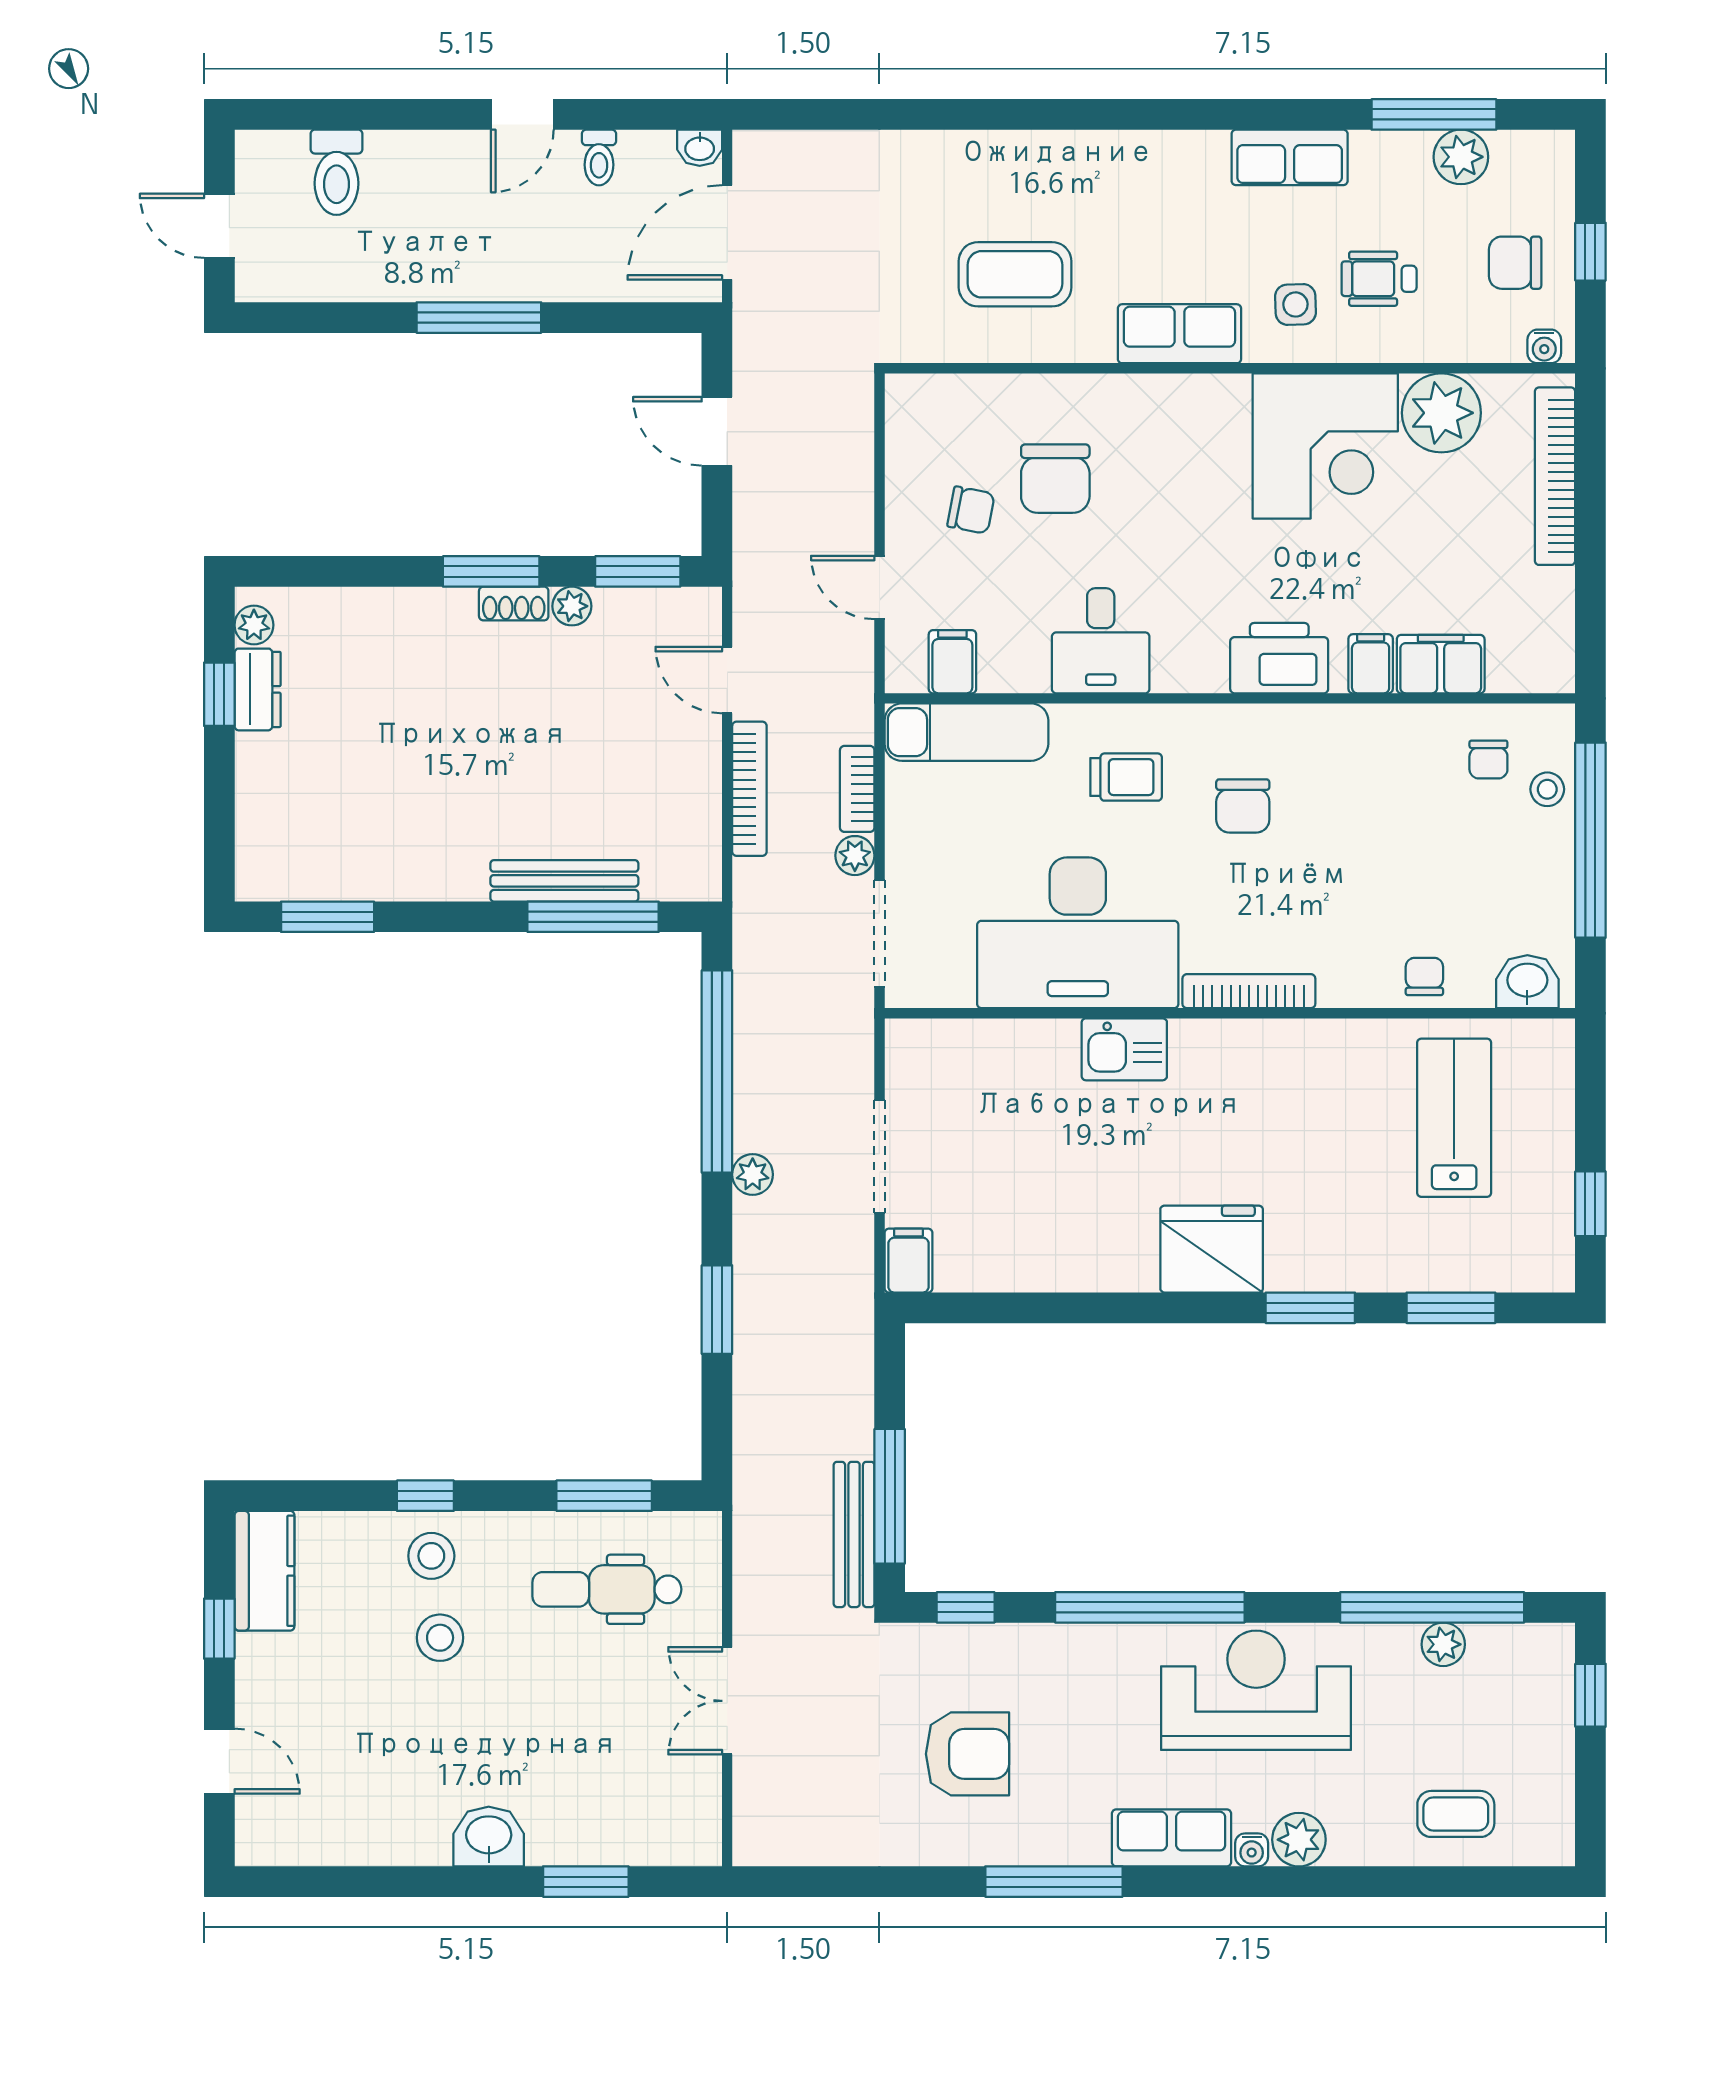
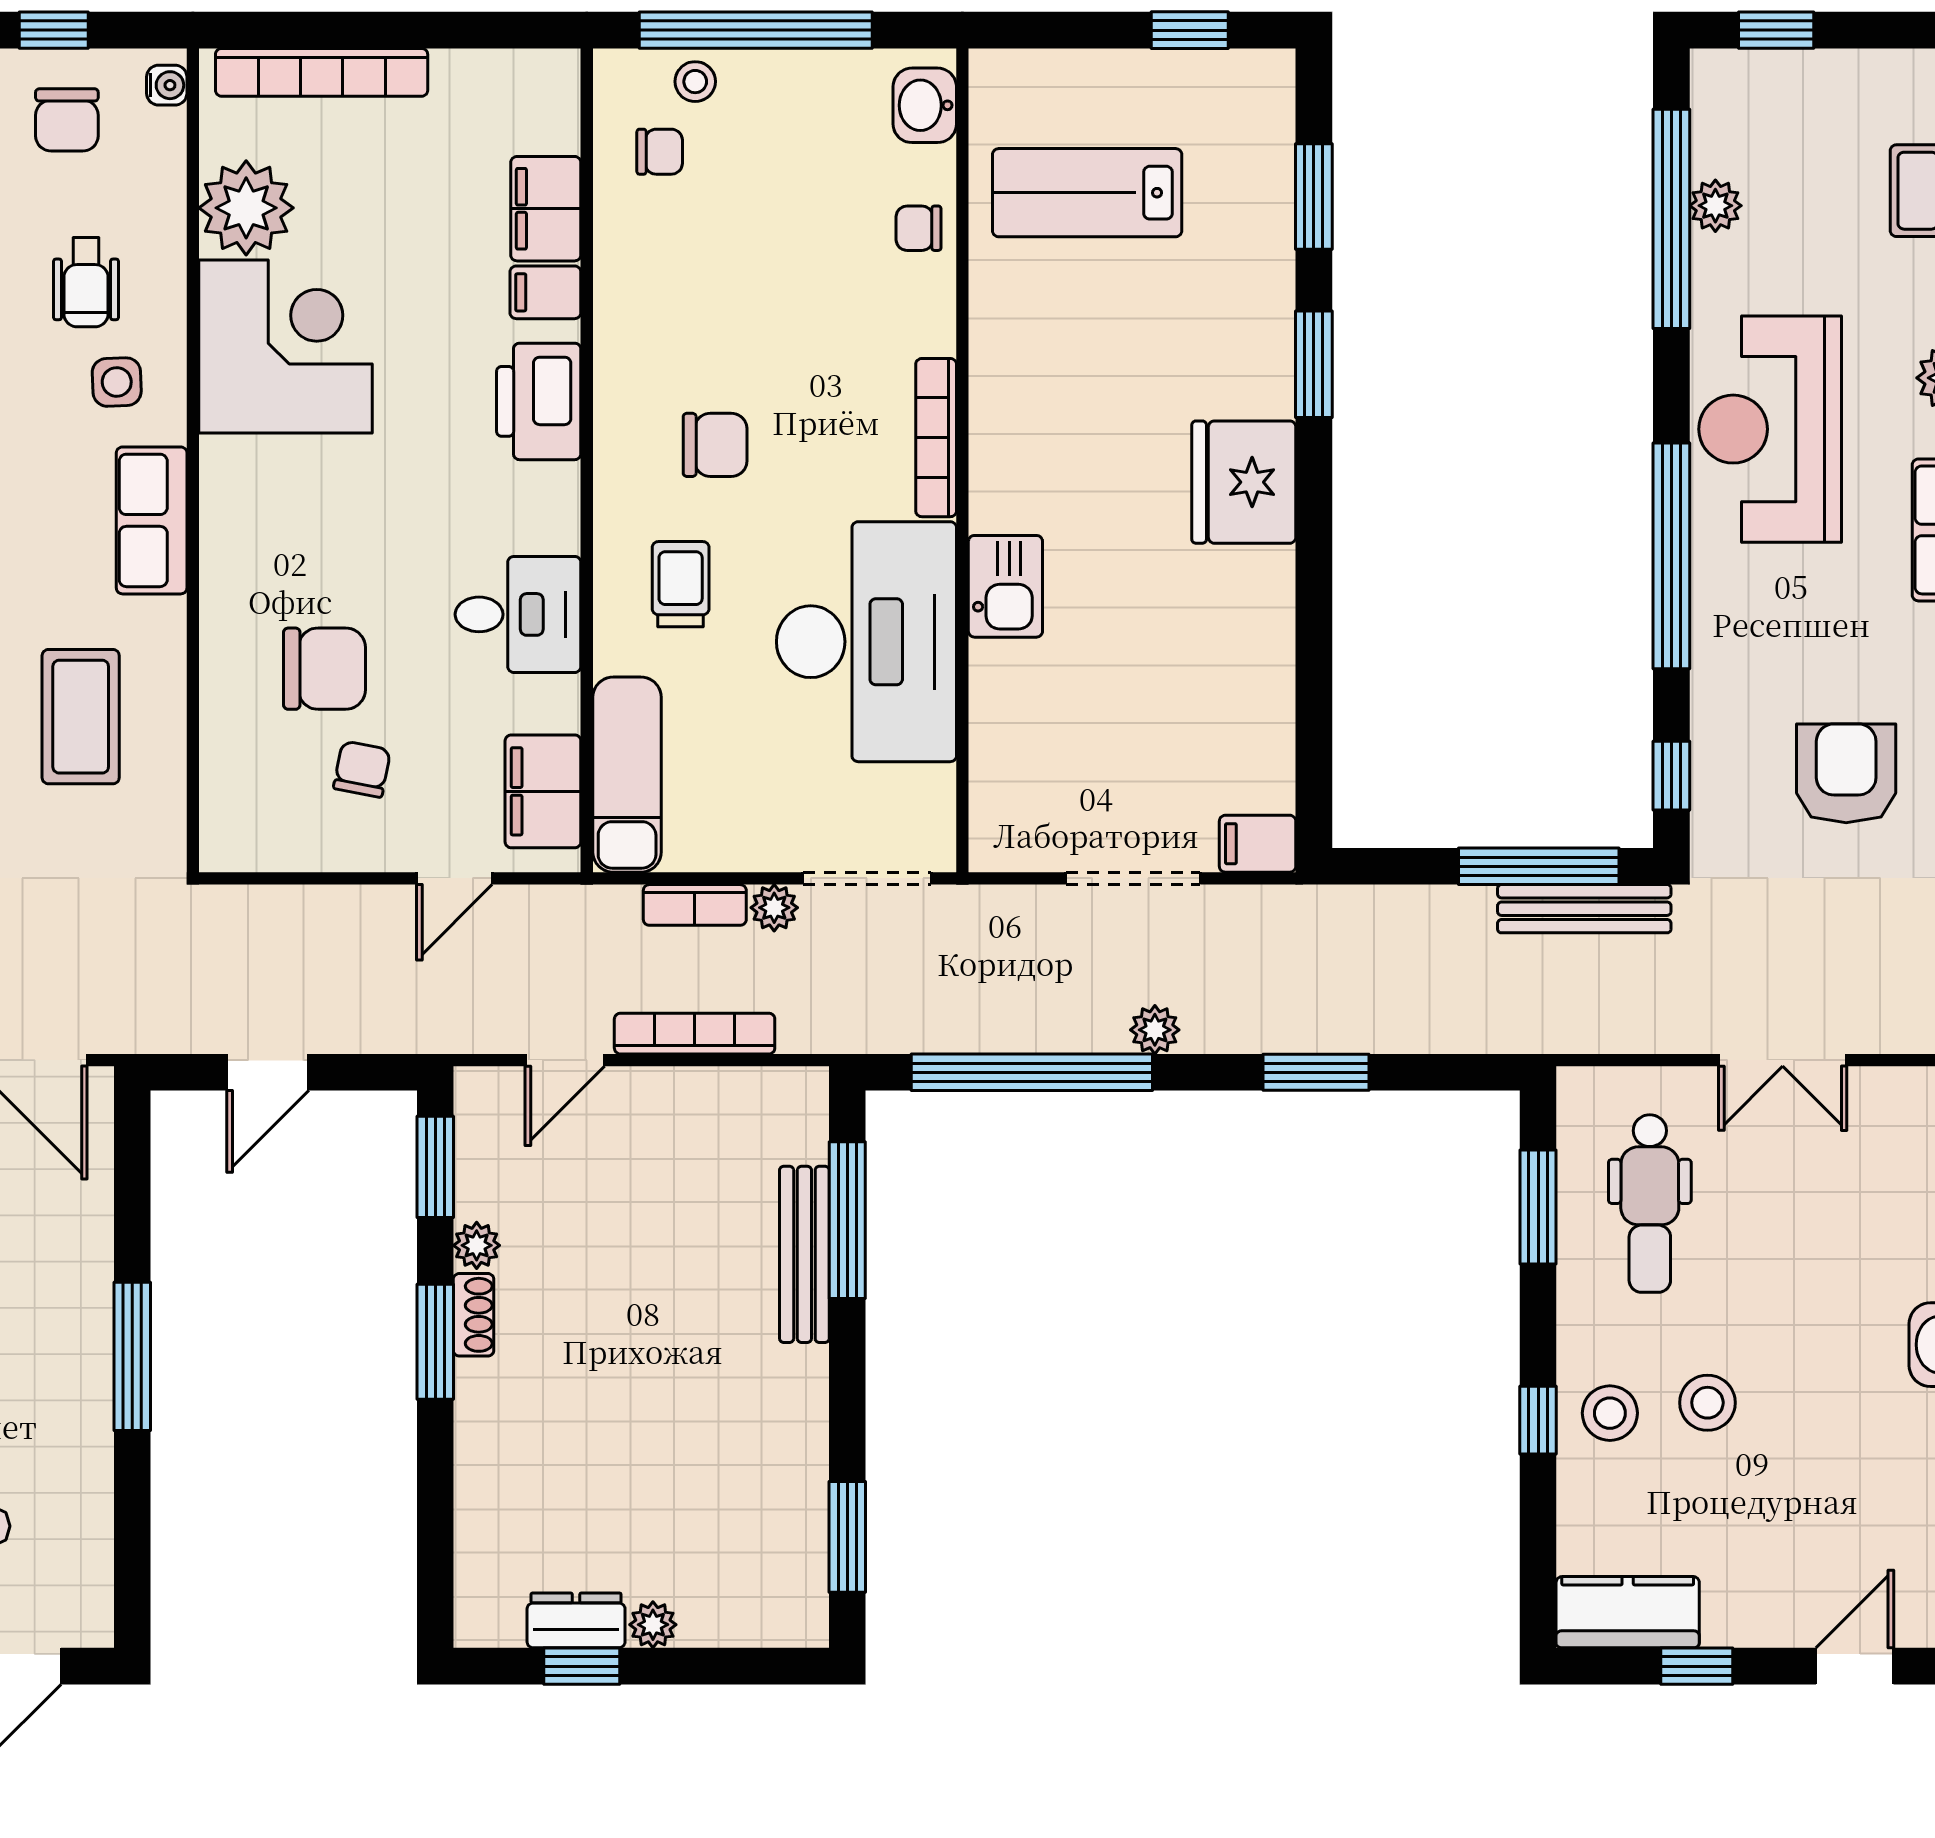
plant: (254, 625) -> (653, 1625), moved
filing cabinet: (952, 662) -> (543, 791), width x2.00

